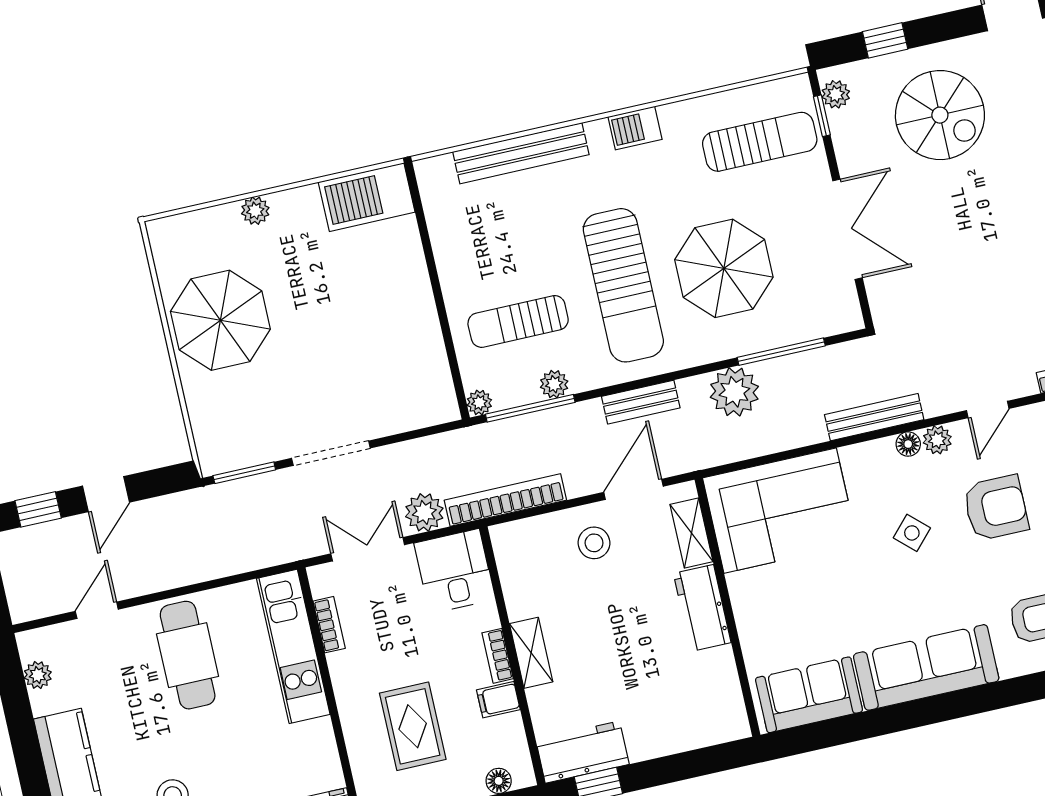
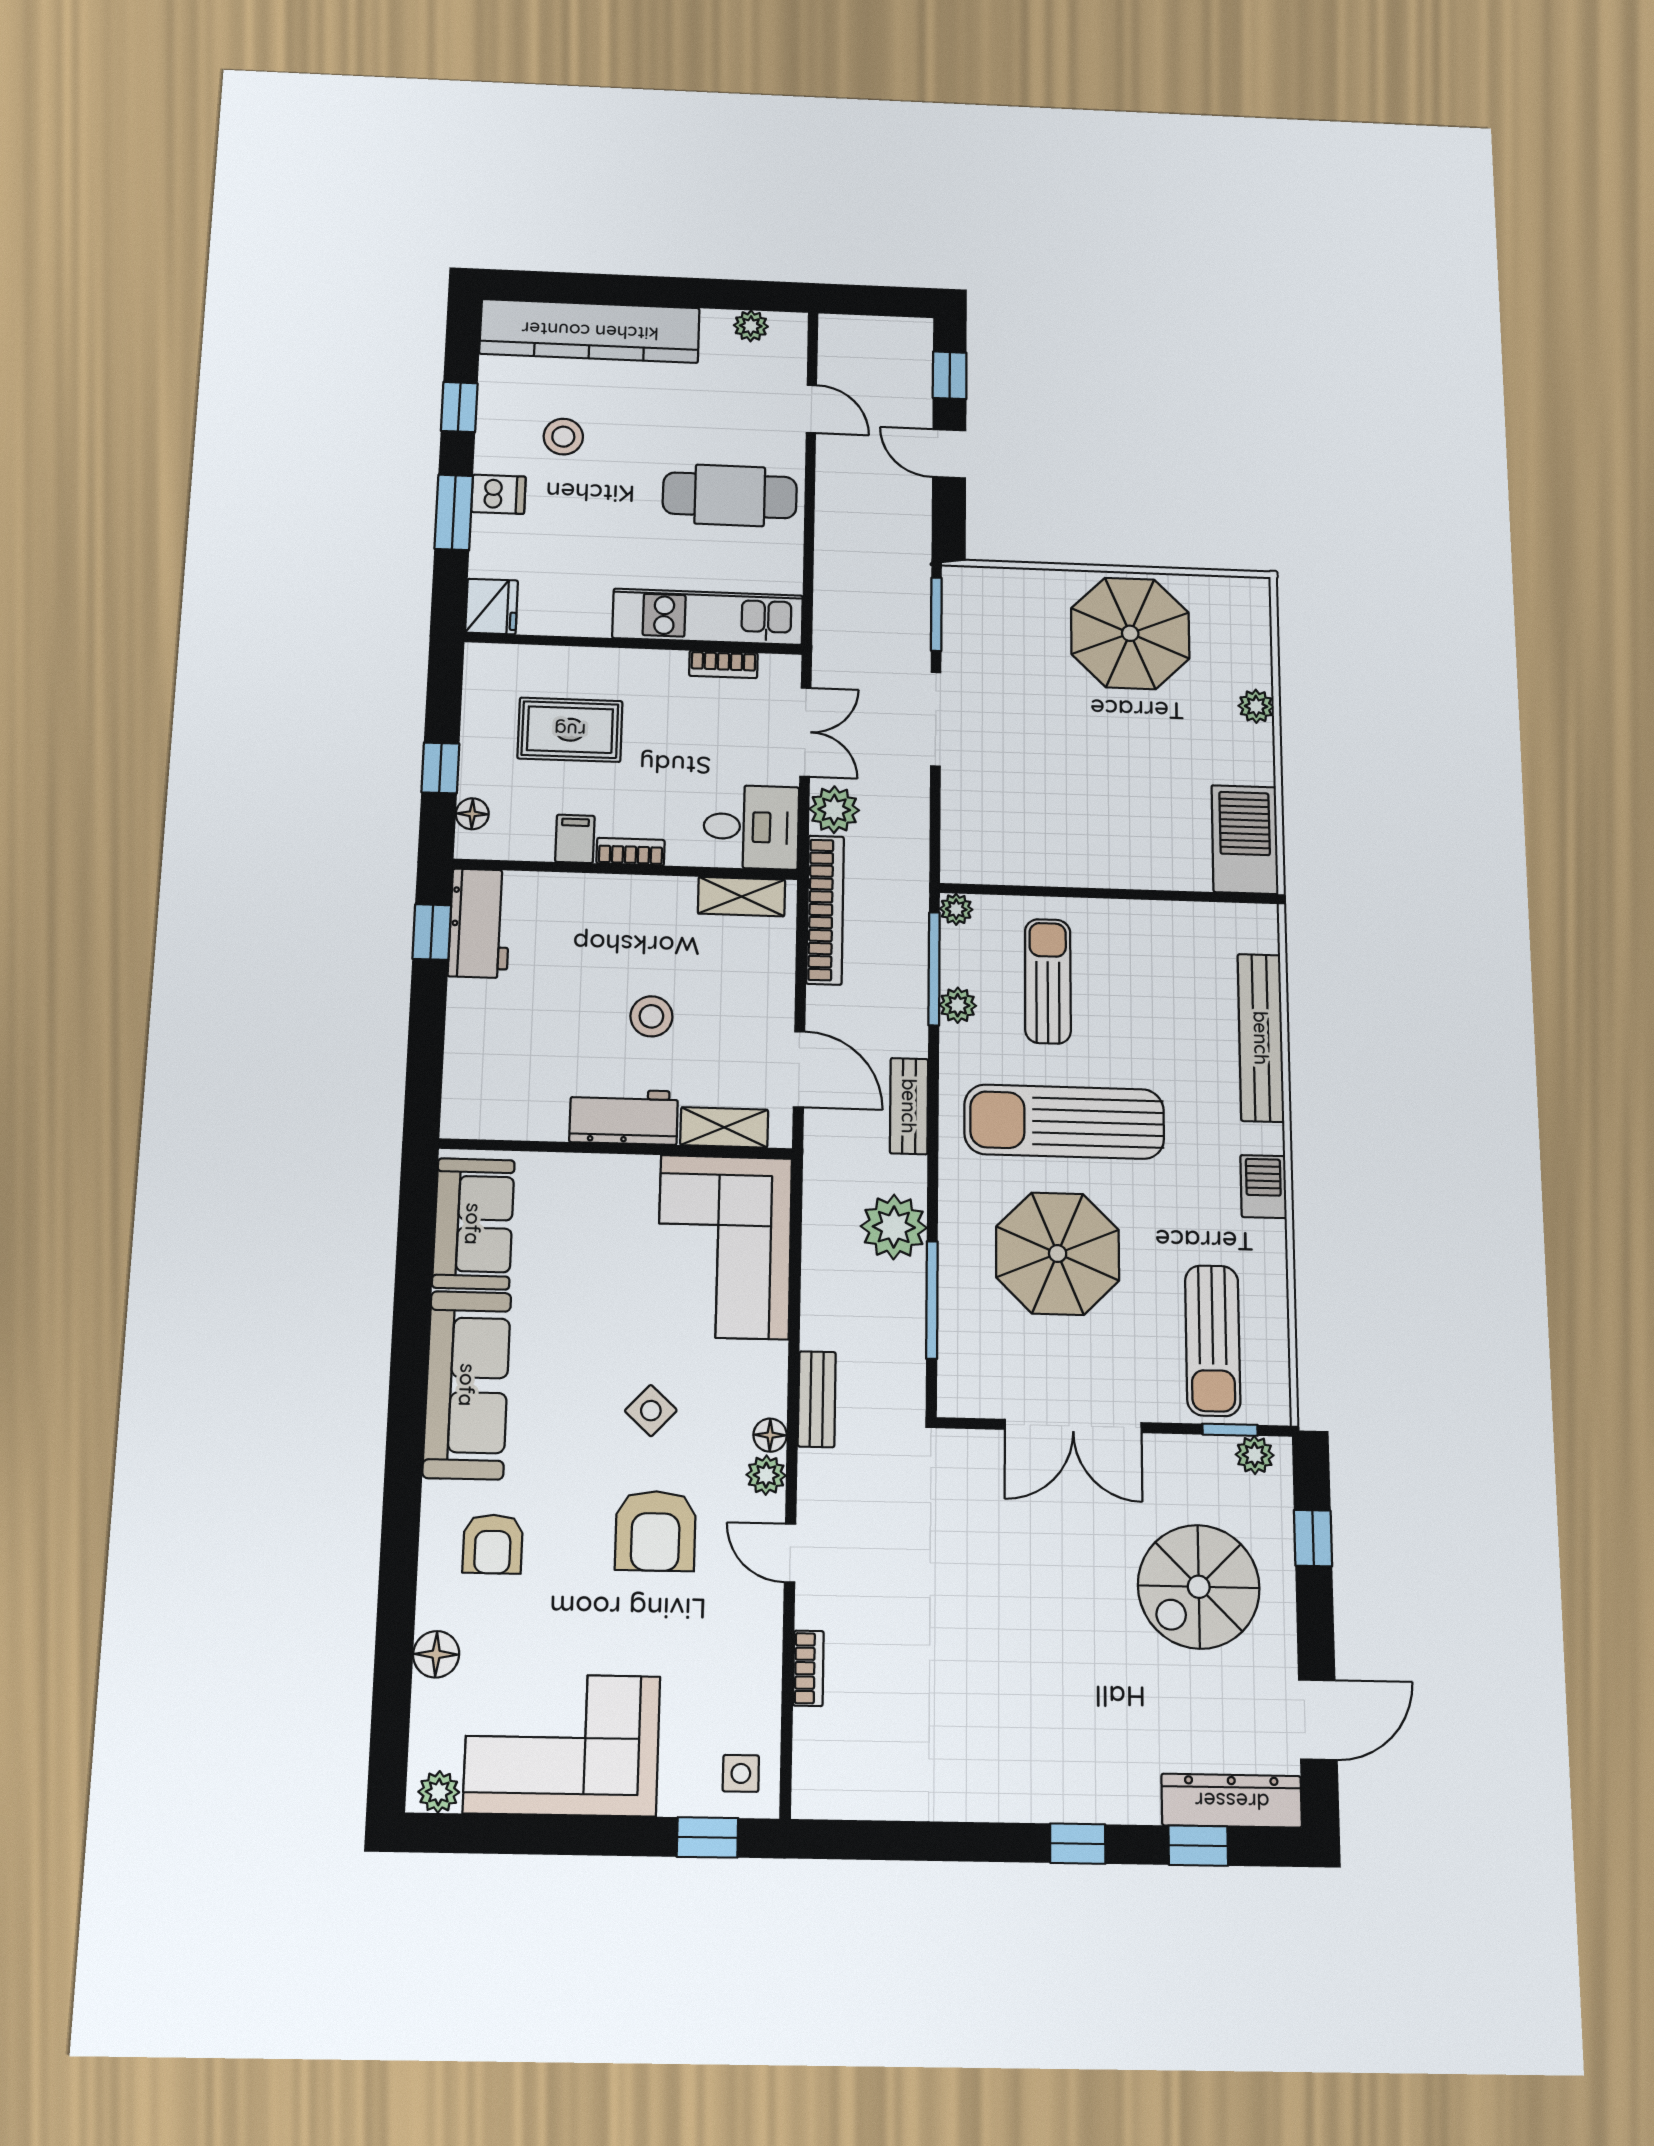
bench: (874, 417) -> (817, 1399), width x0.73
stool: (594, 543) -> (651, 1016), moved
shelving: (531, 653) -> (741, 897), moved

